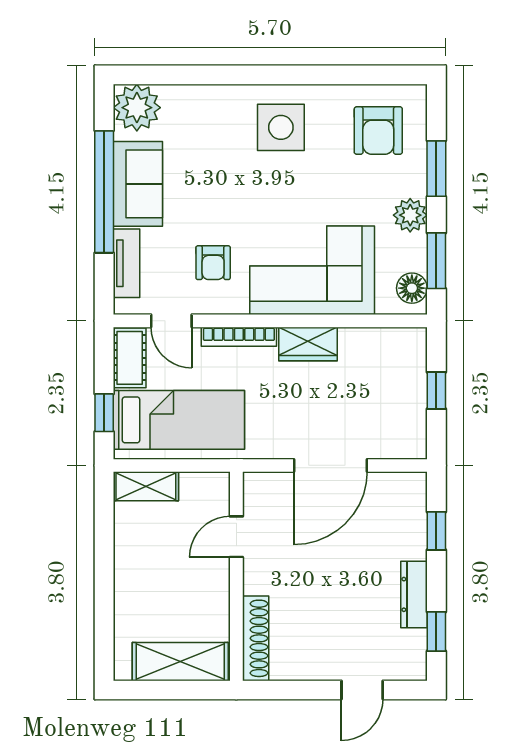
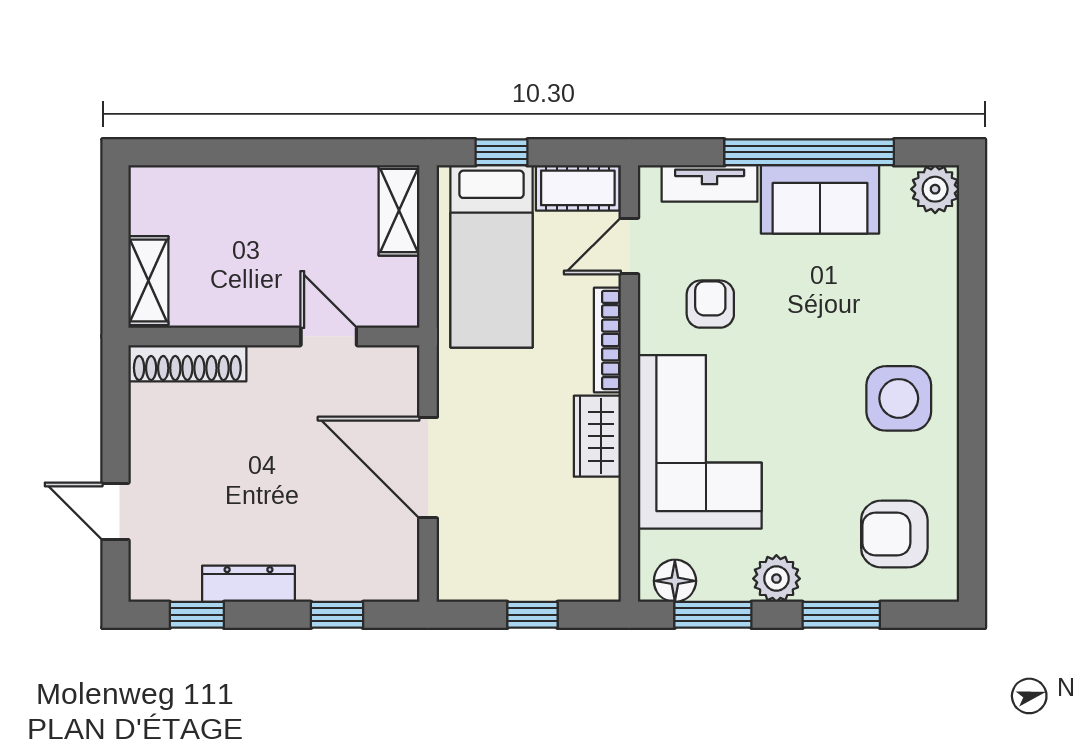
plant: (137, 108) -> (935, 189), width x0.73, depth x0.73
armchair: (213, 263) -> (710, 304), turned 90
shelving: (180, 662) -> (148, 281), width x0.67, depth x0.75

